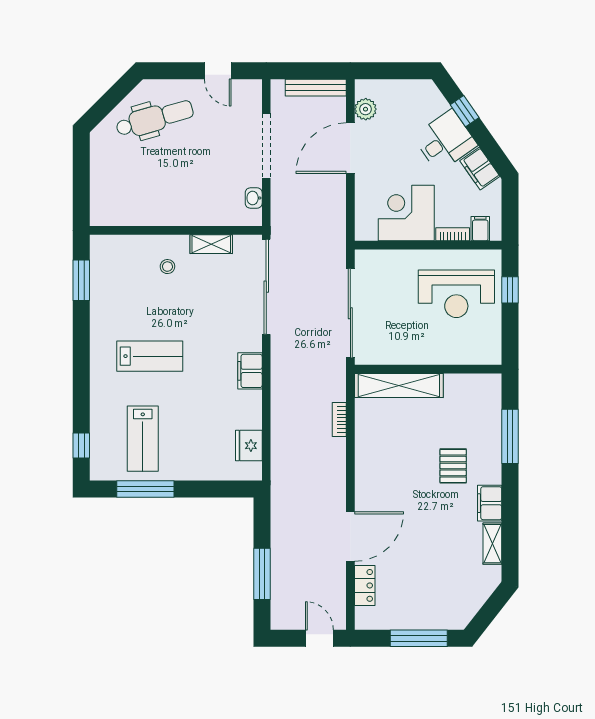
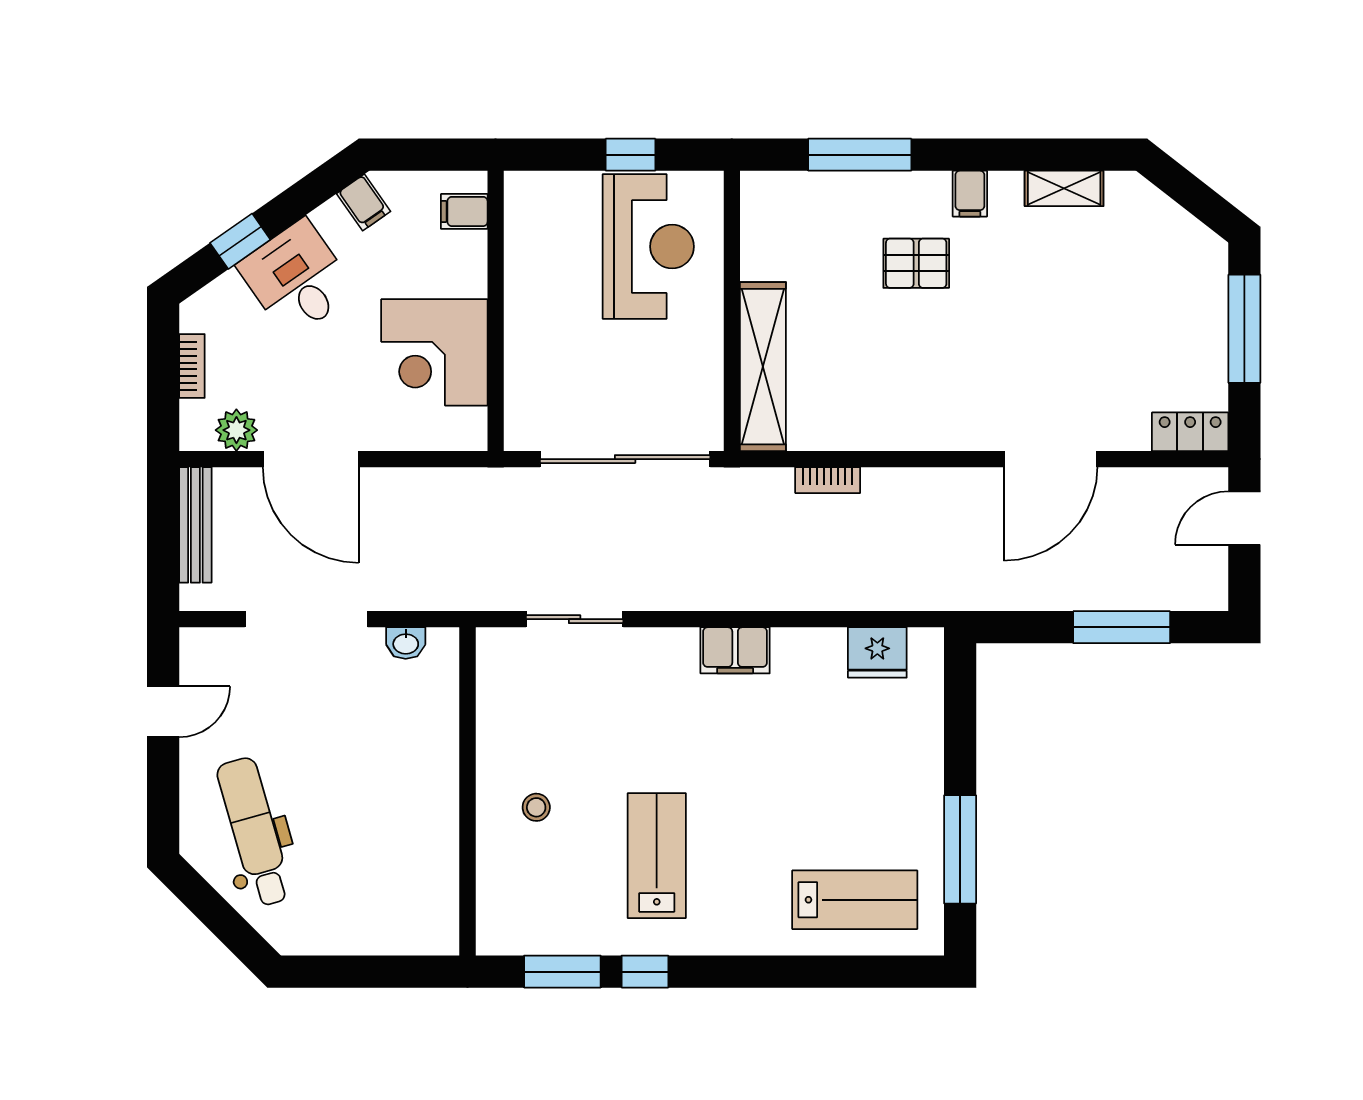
filing cabinet: (480, 168) -> (364, 202), width x0.50
bookcase: (453, 234) -> (192, 366), moved, turned 180
shelving: (211, 244) -> (494, 724), removed
sliding door: (266, 287) -> (575, 619), width x0.54
window: (510, 290) -> (631, 155), moved
reception desk: (456, 294) -> (648, 247), moved
lab bench: (150, 356) -> (657, 856), moved
lab bench: (143, 439) -> (855, 900), moved
window: (81, 445) -> (645, 972), moved
filing cabinet: (490, 503) -> (970, 194), width x0.50
door: (350, 537) -> (1051, 459), swing flipped
locker: (365, 585) -> (1190, 432), moved

